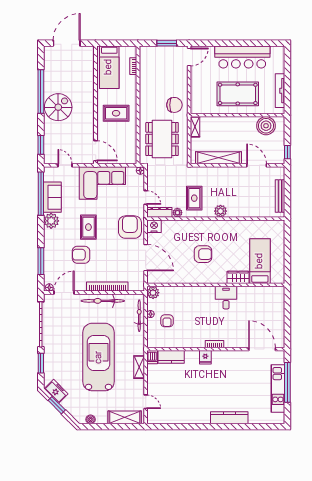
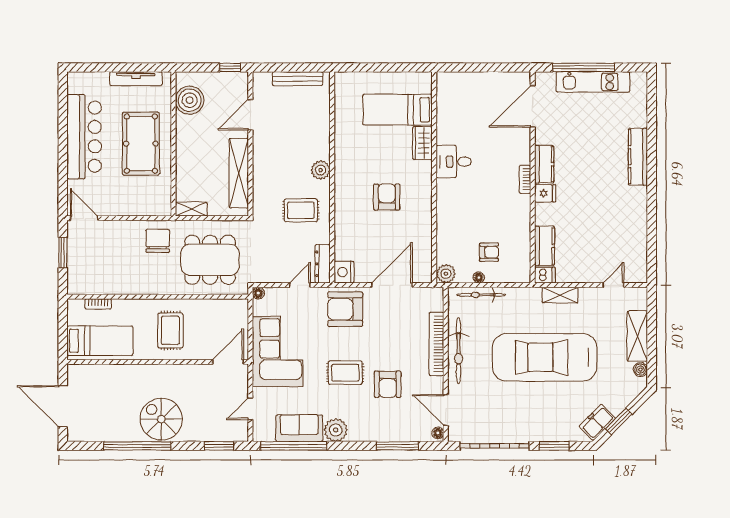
plant: (177, 213) -> (323, 236), removed
kitchen counter: (224, 357) -> (544, 164), added
shelving: (125, 417) -> (637, 336), moved

